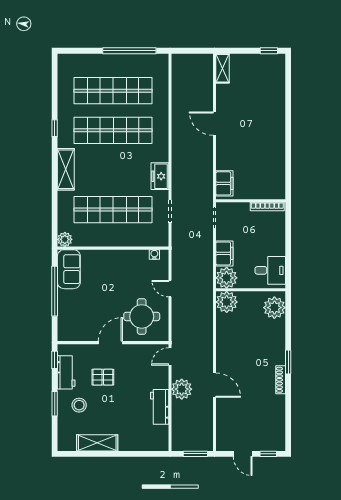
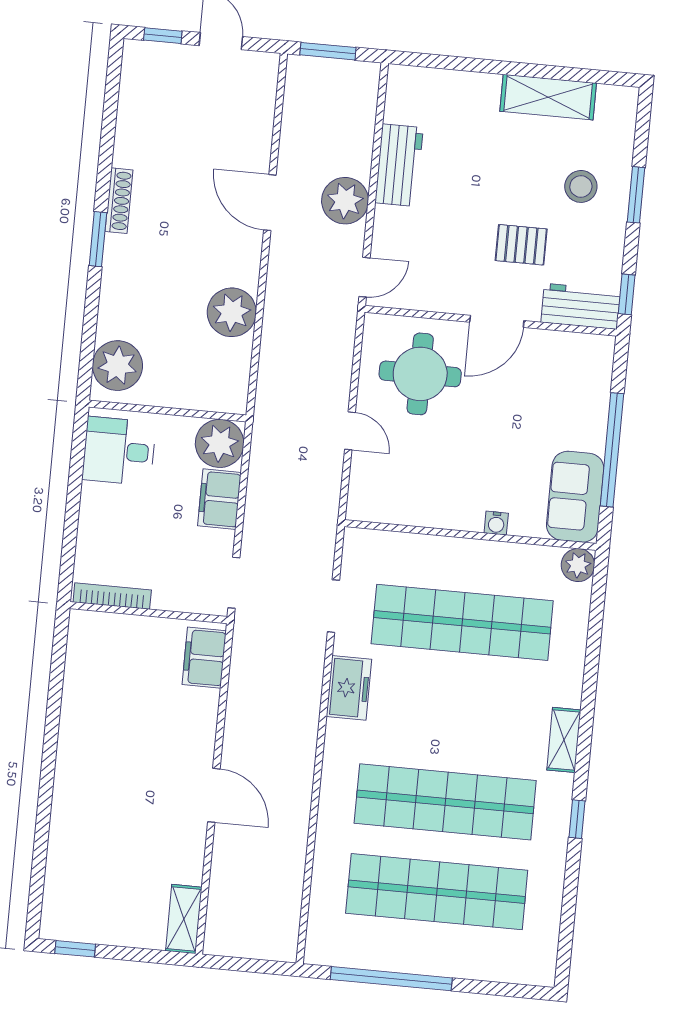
shelving: (66, 169) -> (564, 740), width x0.67, depth x0.75
water cooler: (154, 254) -> (496, 523), moved
plant: (227, 302) -> (232, 312), moved
workbench: (66, 372) -> (581, 306), moved, turned 90

